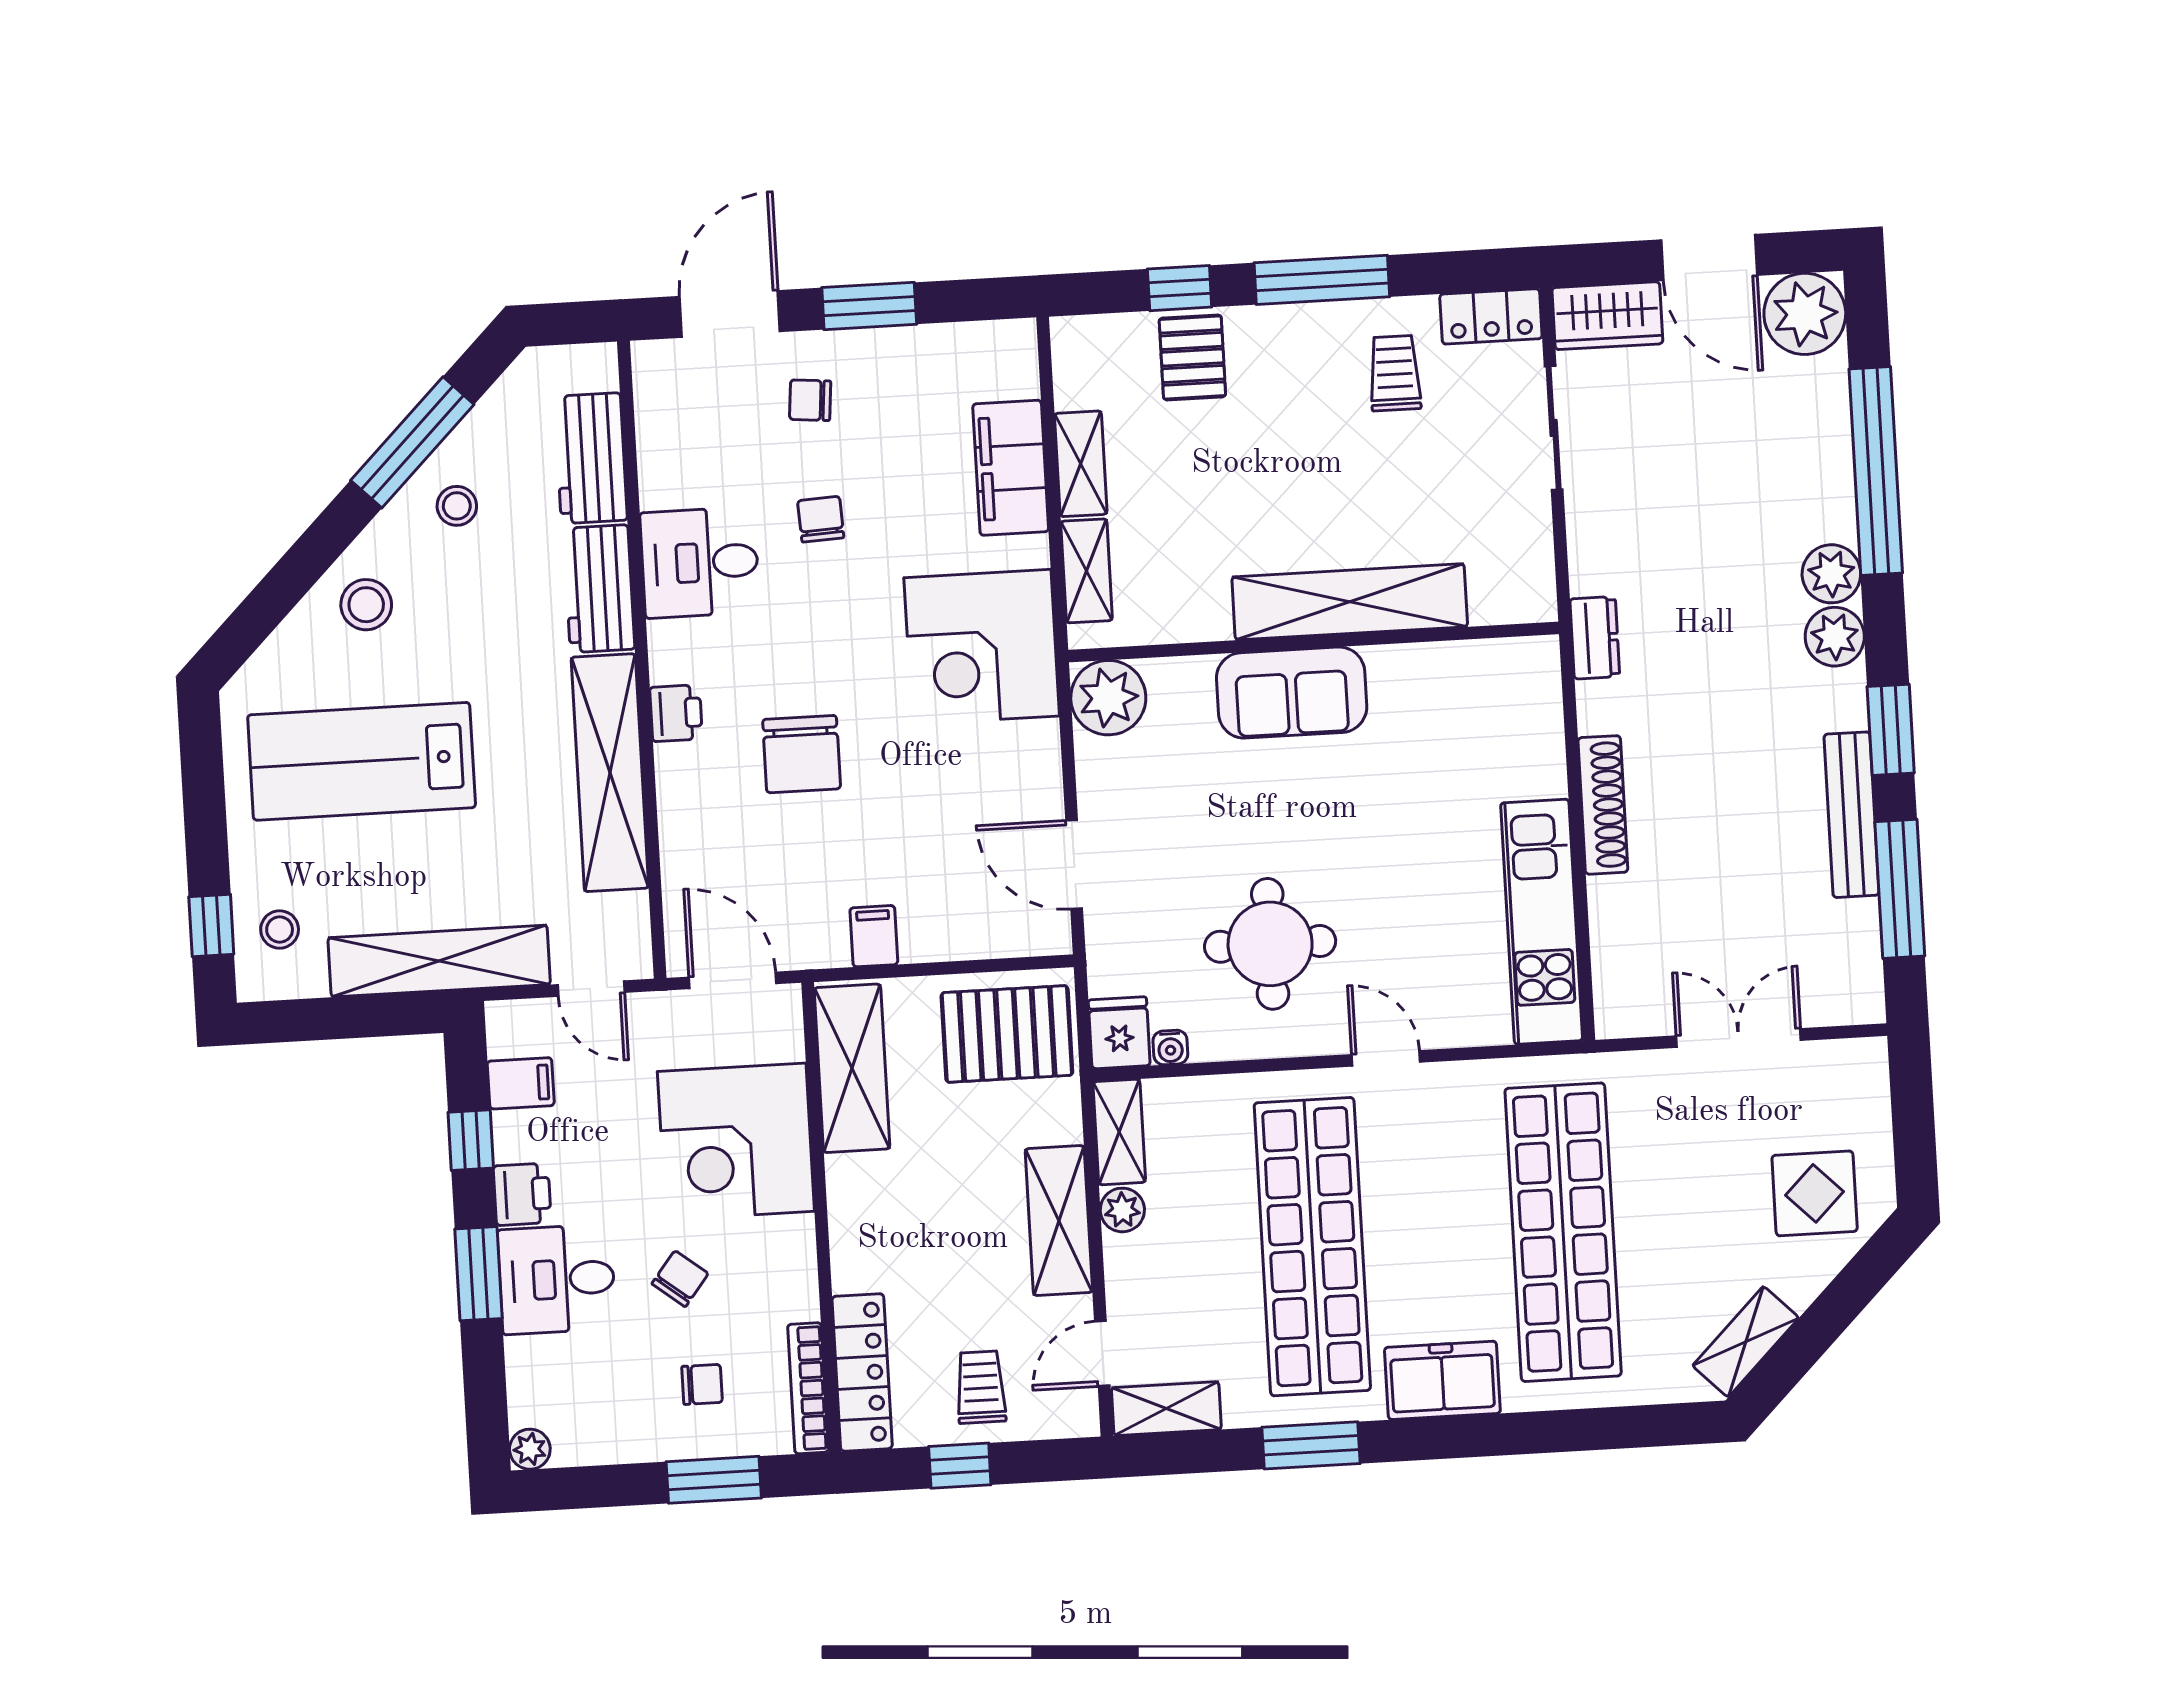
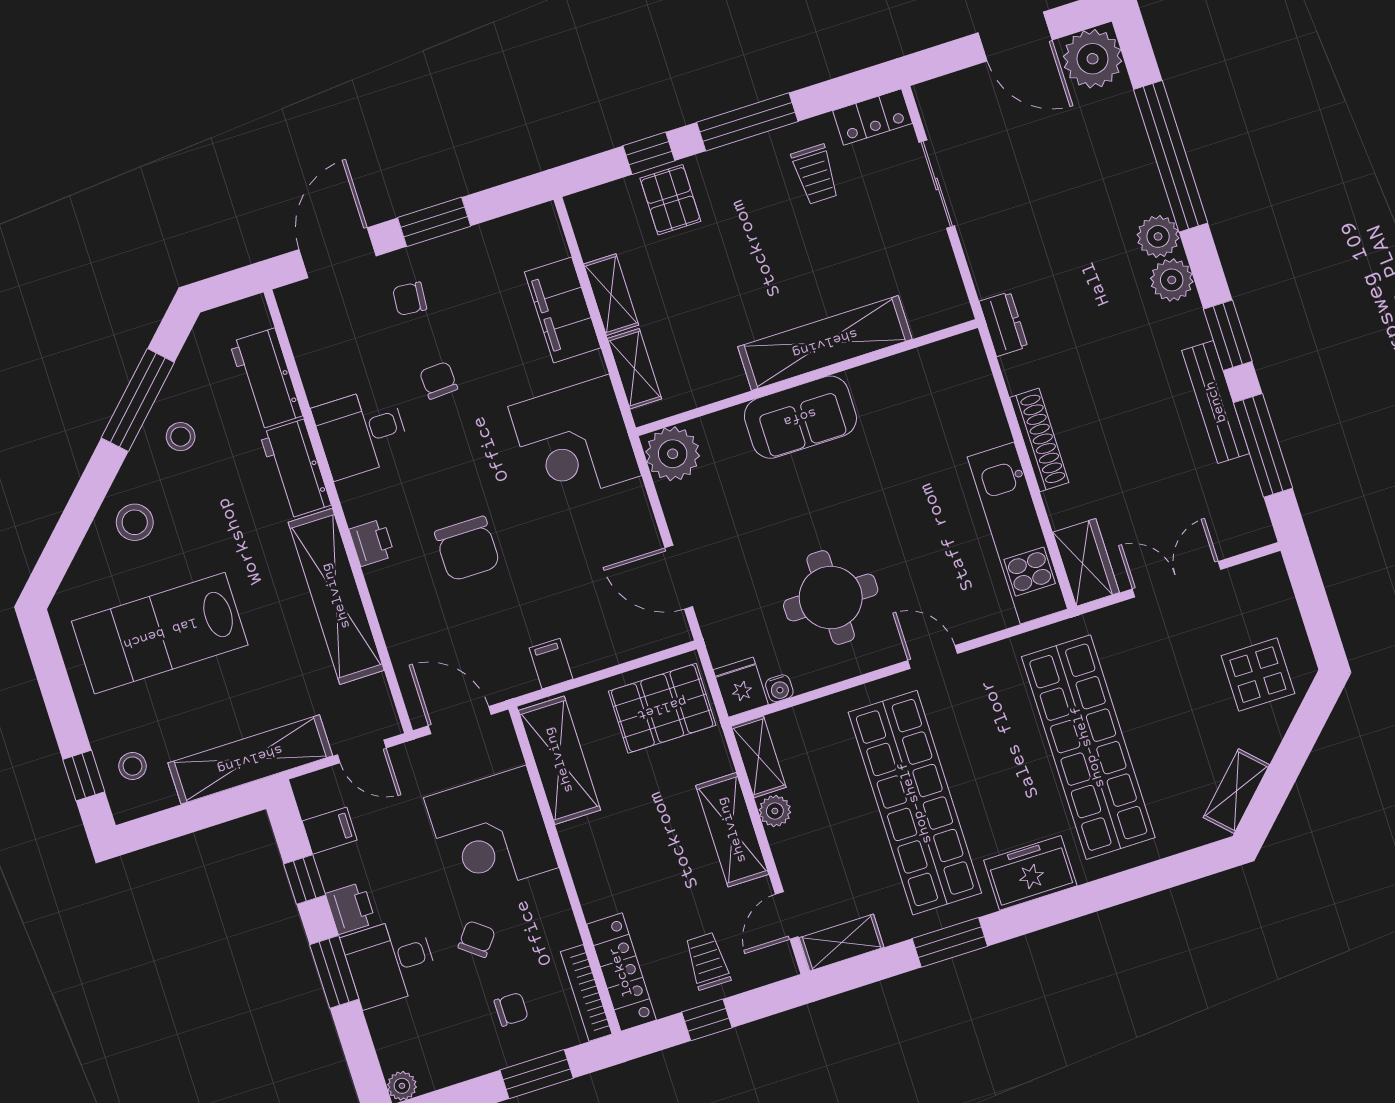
wardrobe: (1607, 316) -> (1086, 562), moved, turned -90
trolley: (1395, 373) -> (815, 174), turned 180

